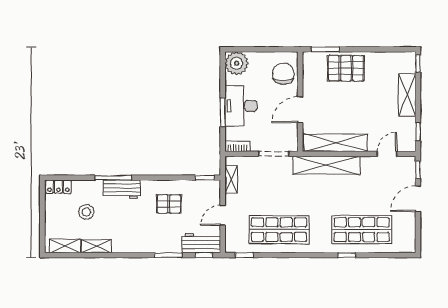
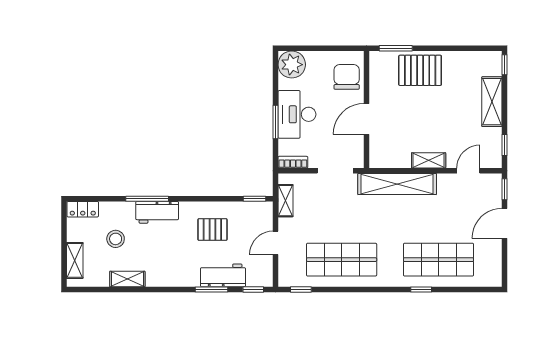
shelving: (336, 143) -> (429, 160), width x0.45, depth x0.75
workbench: (201, 243) -> (223, 275), moved
shelving: (65, 246) -> (75, 260), moved, turned 90

